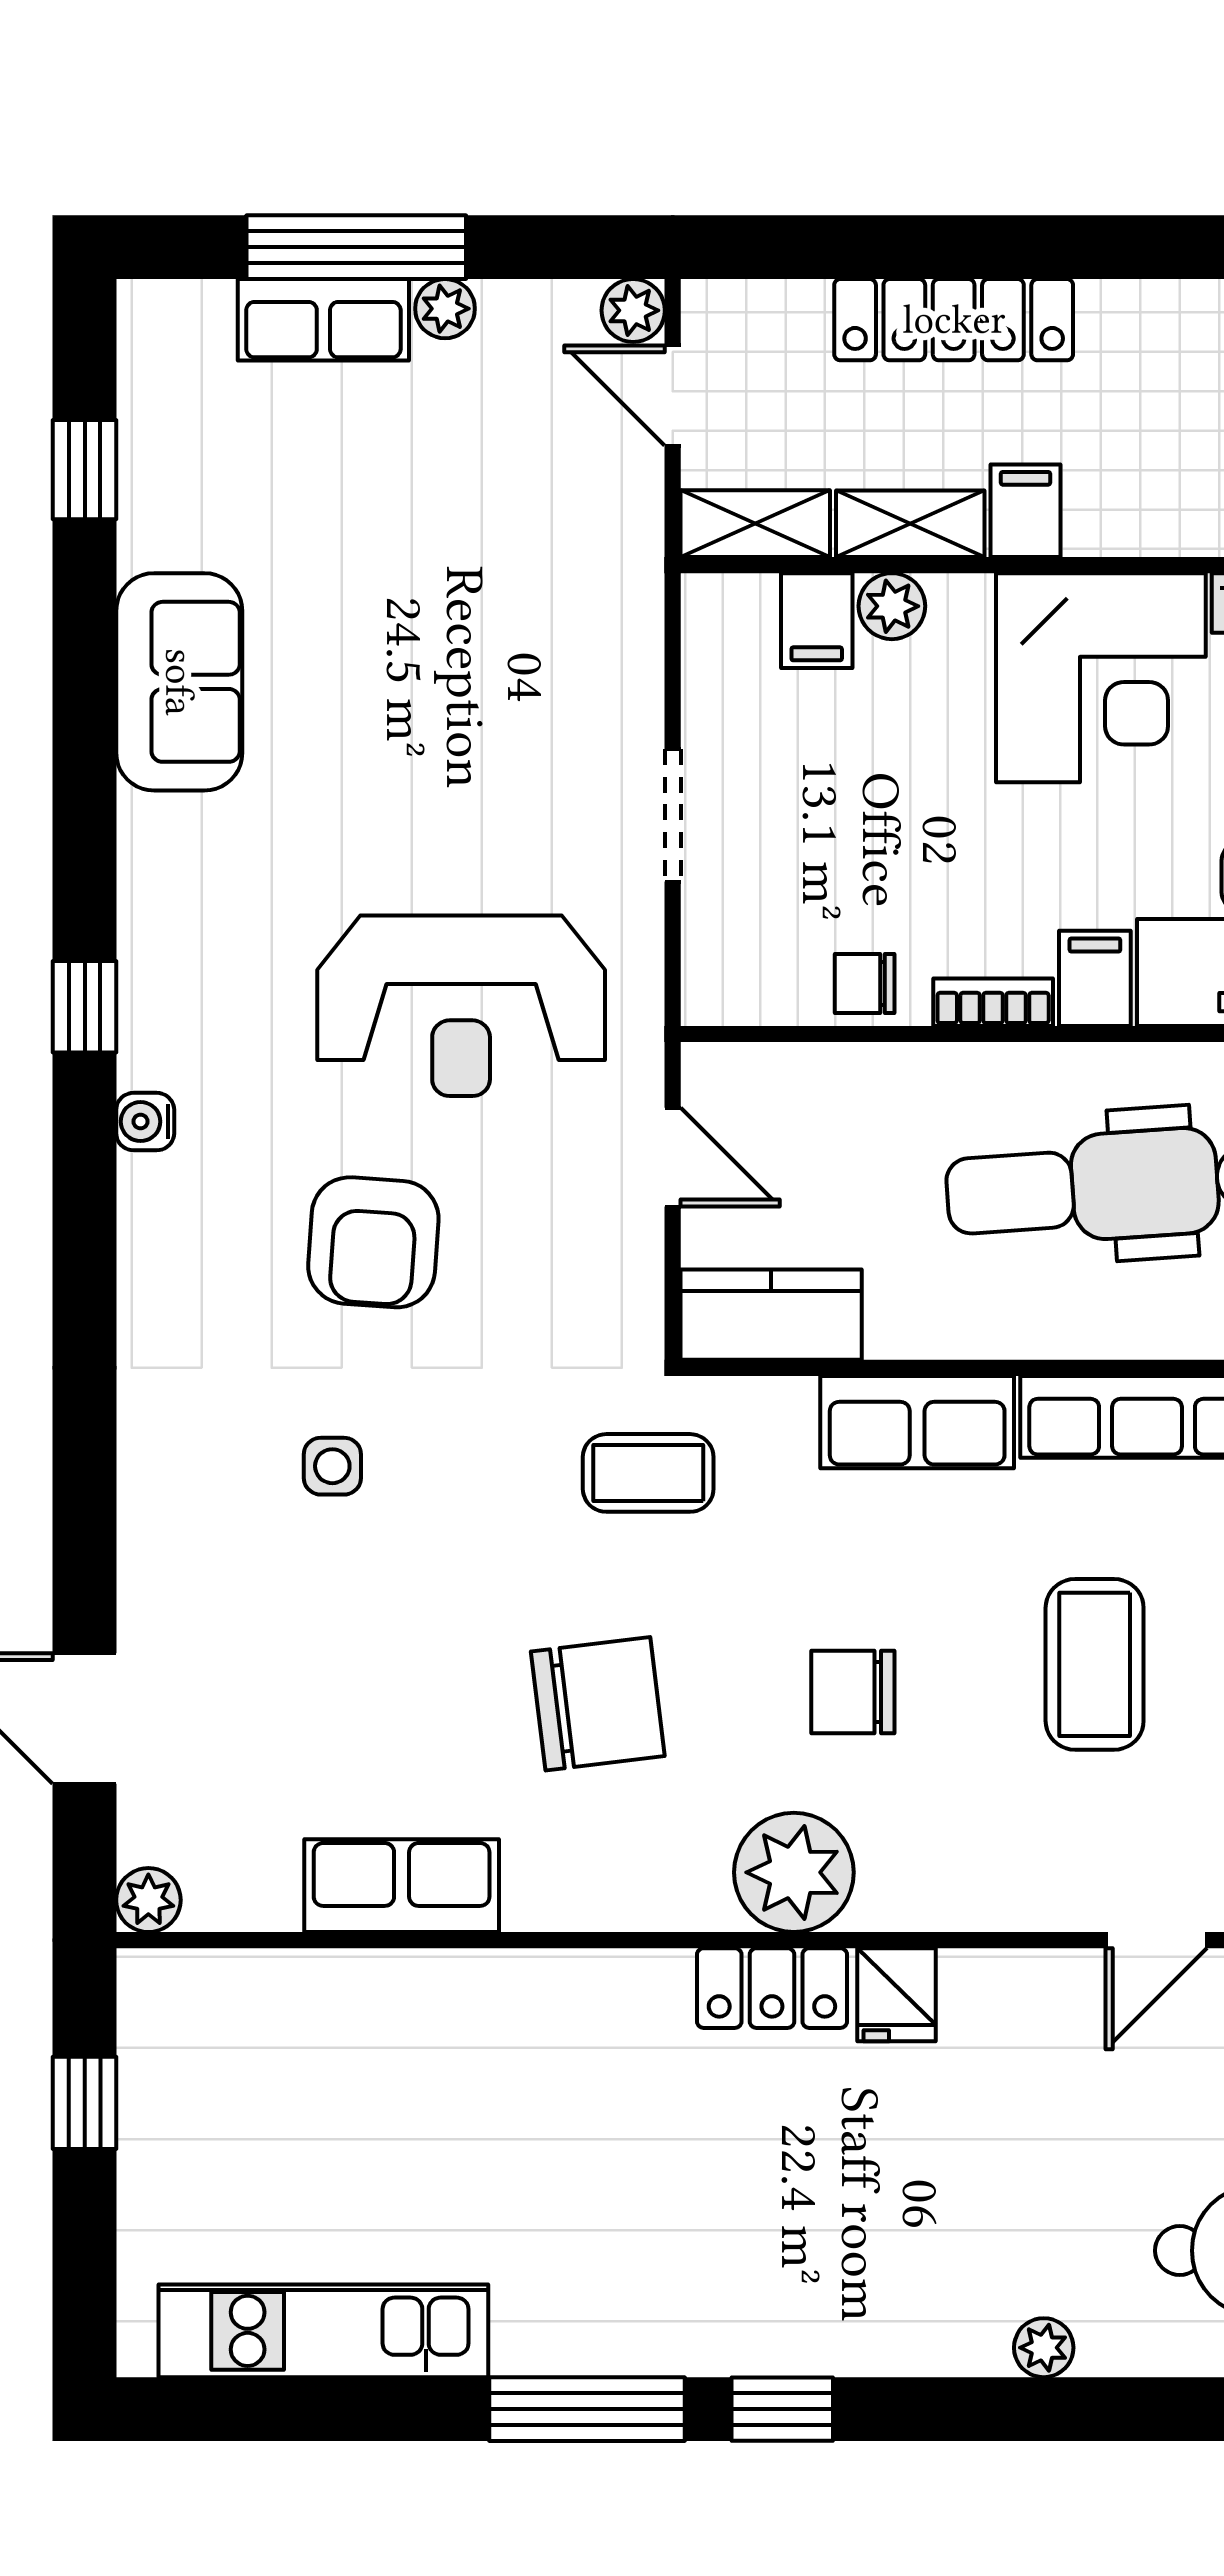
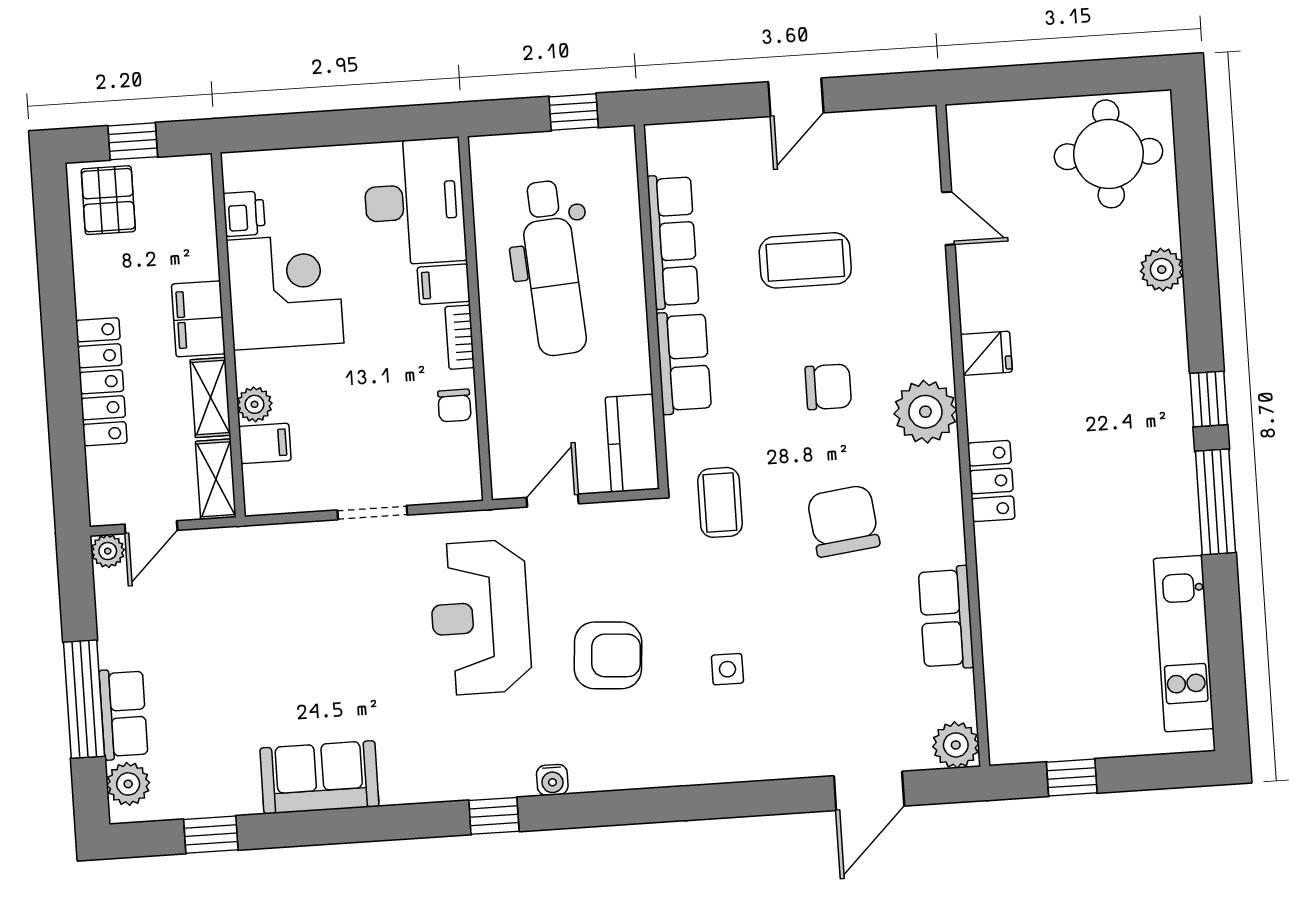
plant: (445, 309) -> (128, 784), moved, width x1.38, depth x1.38
filing cabinet: (1026, 511) -> (198, 319), width x2.00
reception desk: (461, 1006) -> (480, 617), turned 180
chair: (853, 1692) -> (828, 387), turned -90
plant: (148, 1900) -> (956, 745), width x1.38, depth x1.38
locker: (772, 1988) -> (991, 481), moved
plant: (1044, 2348) -> (1162, 270), width x1.38, depth x1.38

